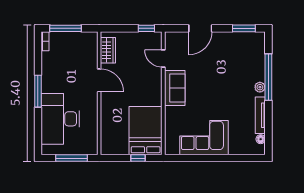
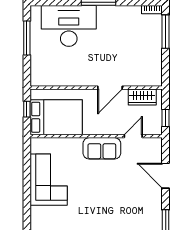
wardrobe: (108, 50) -> (142, 97), moved
door: (99, 80) -> (110, 88), moved
wall: (99, 93) -> (96, 88), moved

